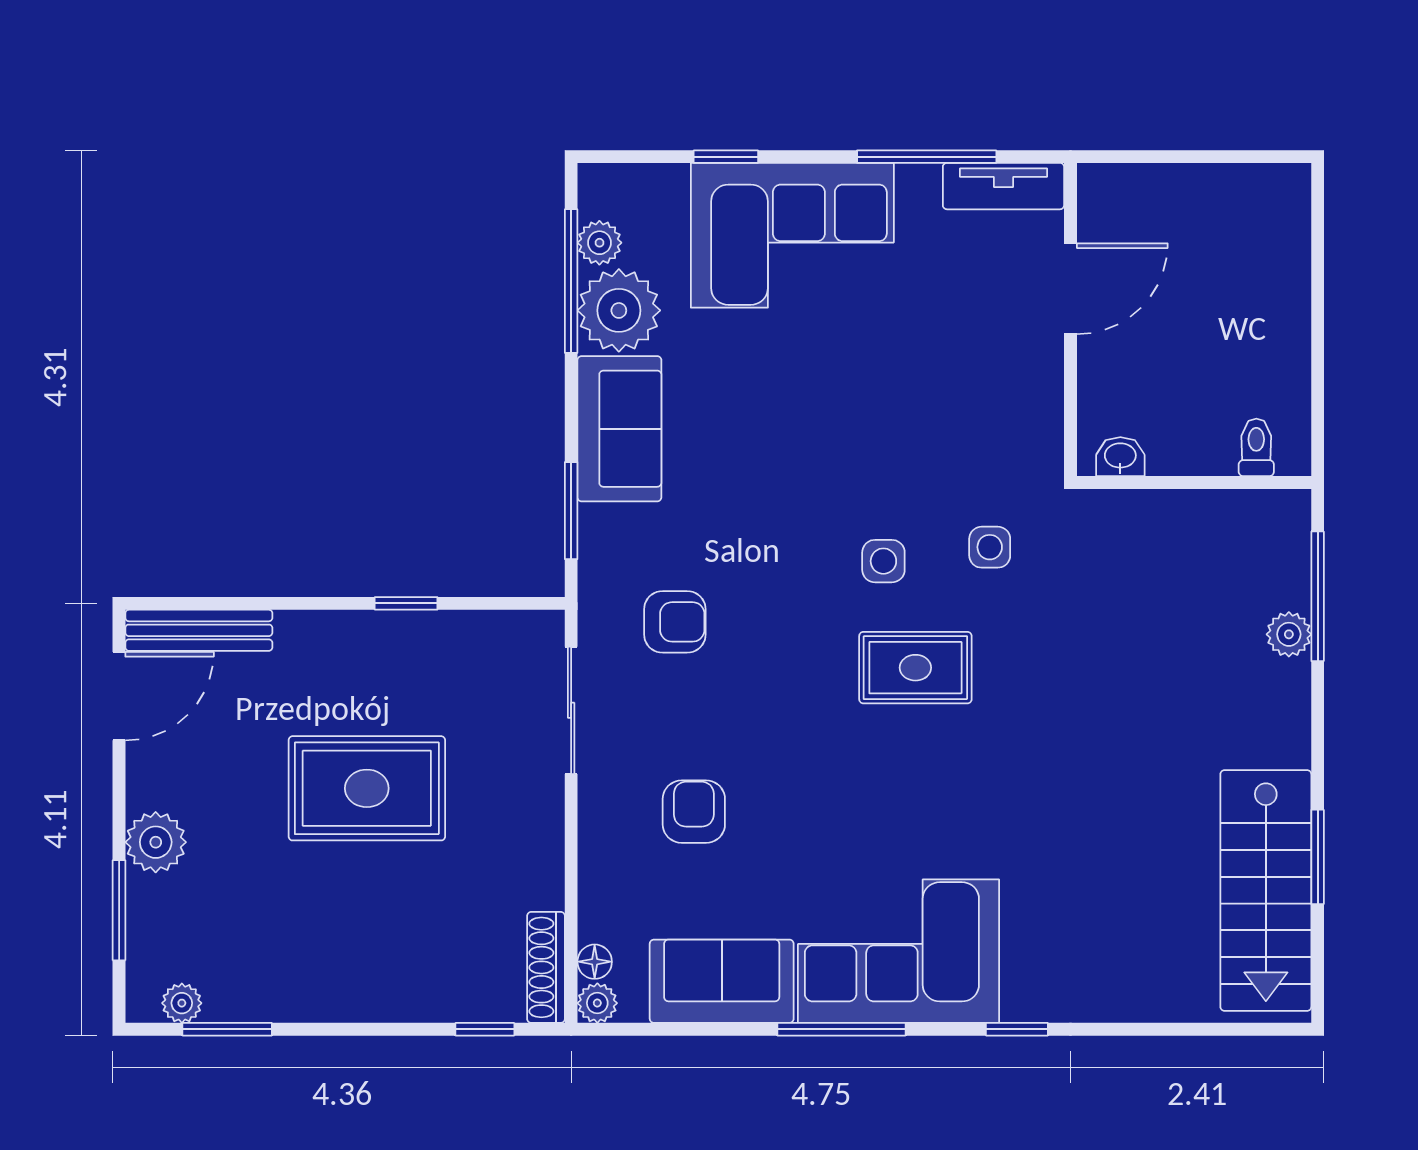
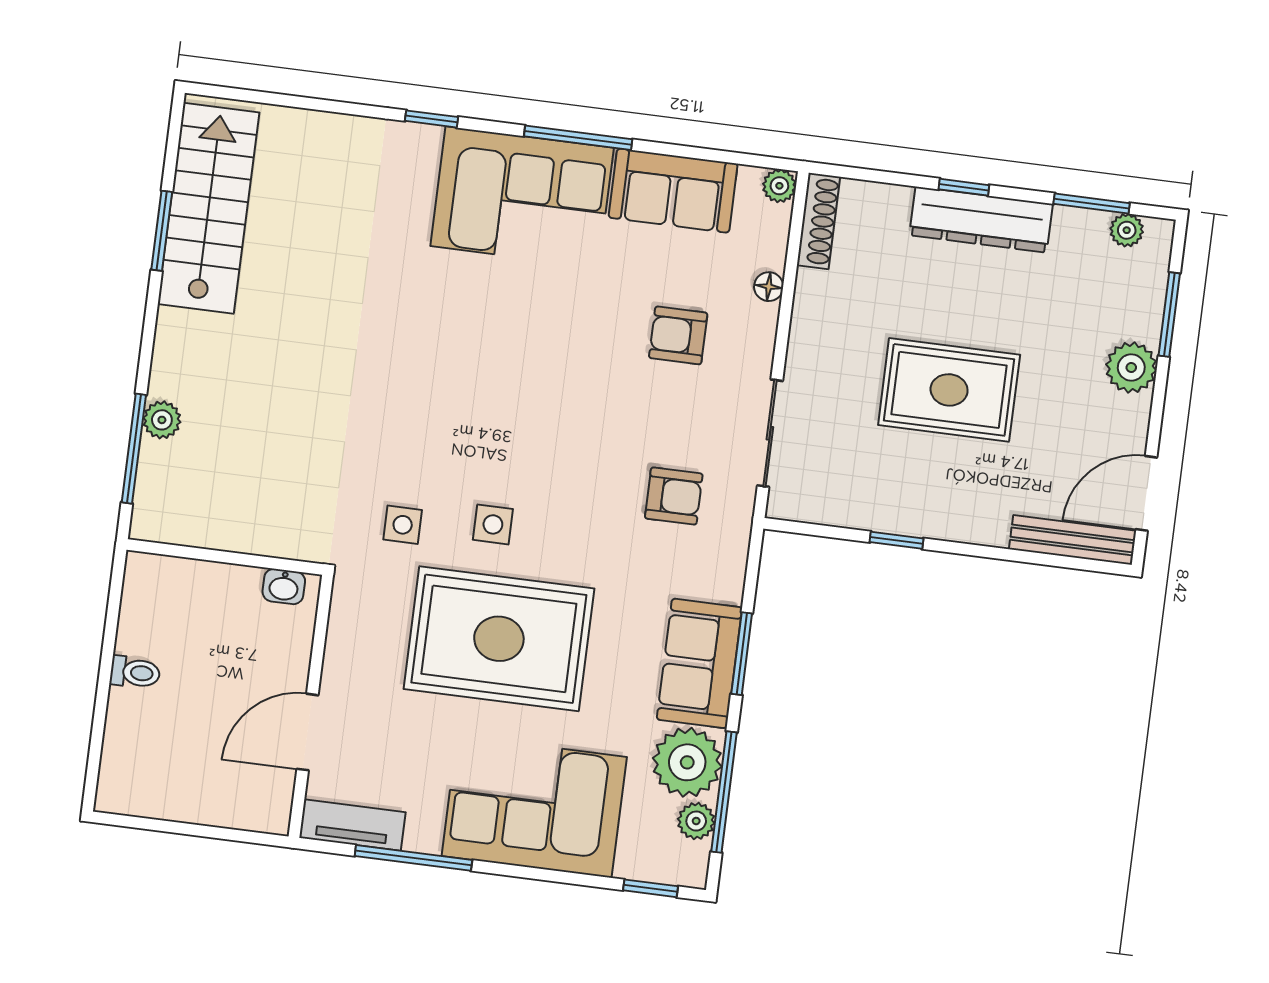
window: (726, 157) -> (650, 888), moved
toilet: (1256, 447) -> (135, 672), moved, turned -90
window: (571, 511) -> (742, 654), moved
armchair: (675, 622) -> (674, 496), turned 180
rug: (915, 668) -> (499, 639), moved, width x1.86, depth x2.06
armchair: (694, 812) -> (678, 335), turned 90
floor lamp: (595, 962) -> (769, 287), moved
dresser: (355, 994) -> (981, 220), added
window: (485, 1029) -> (964, 187), moved

